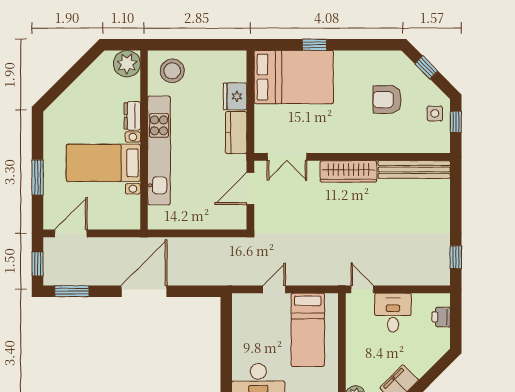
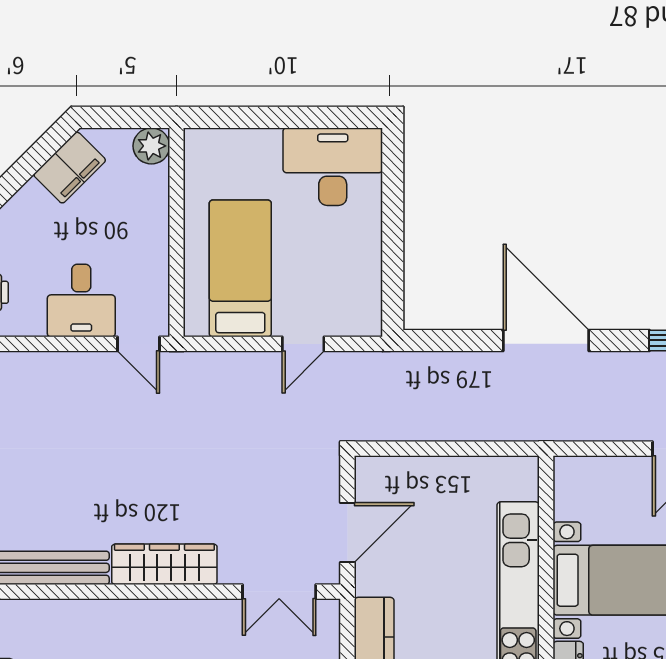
double door: (287, 157) -> (279, 592), swing flipped
door: (144, 291) -> (546, 340), swing flipped

